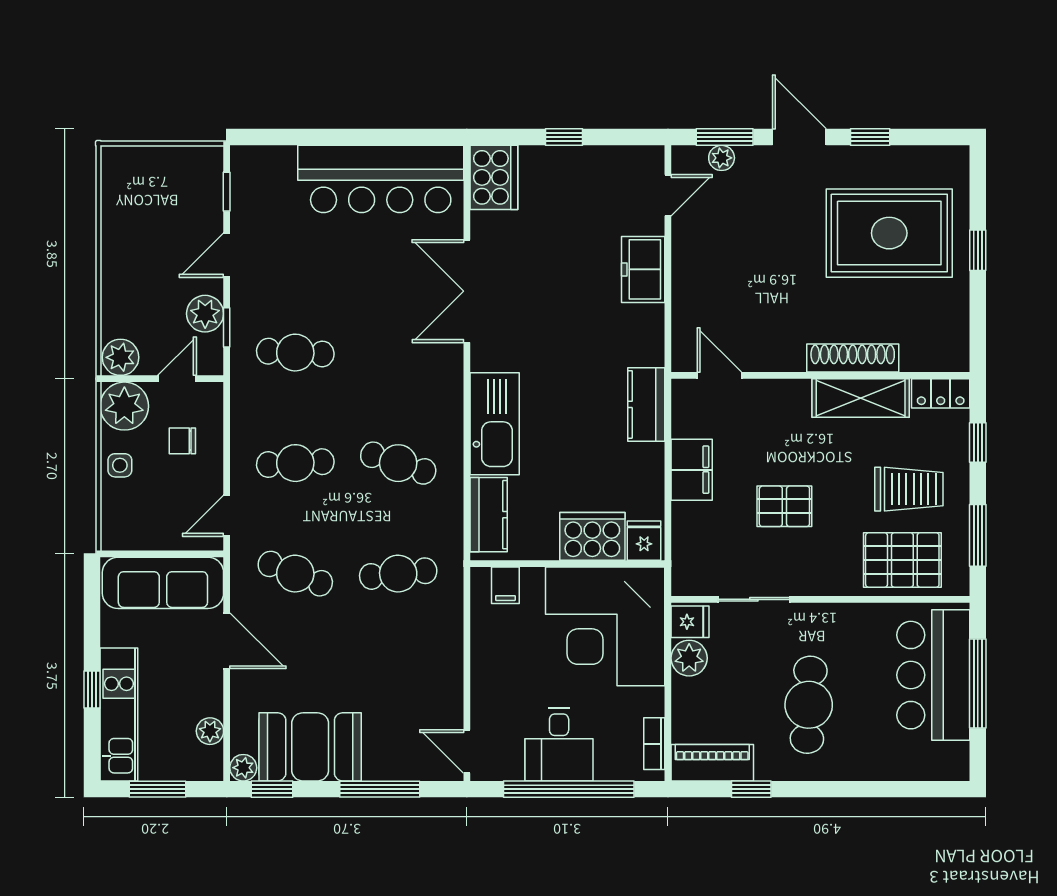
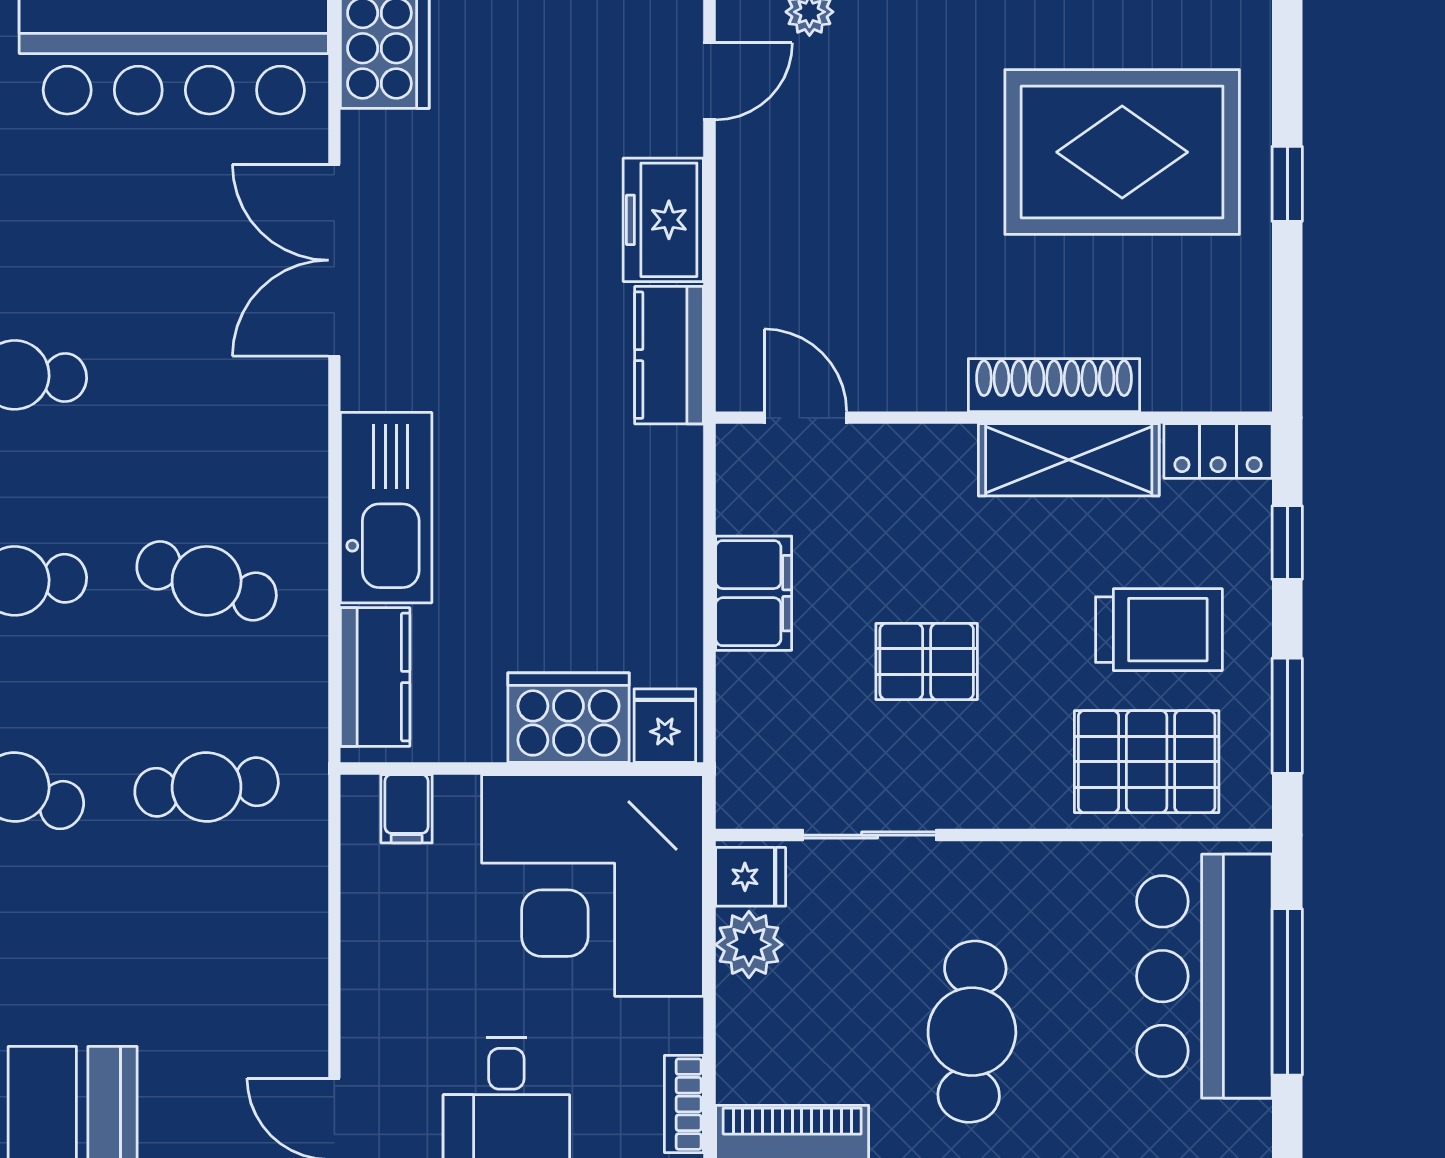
kitchen counter: (646, 404) -> (669, 355), moved

